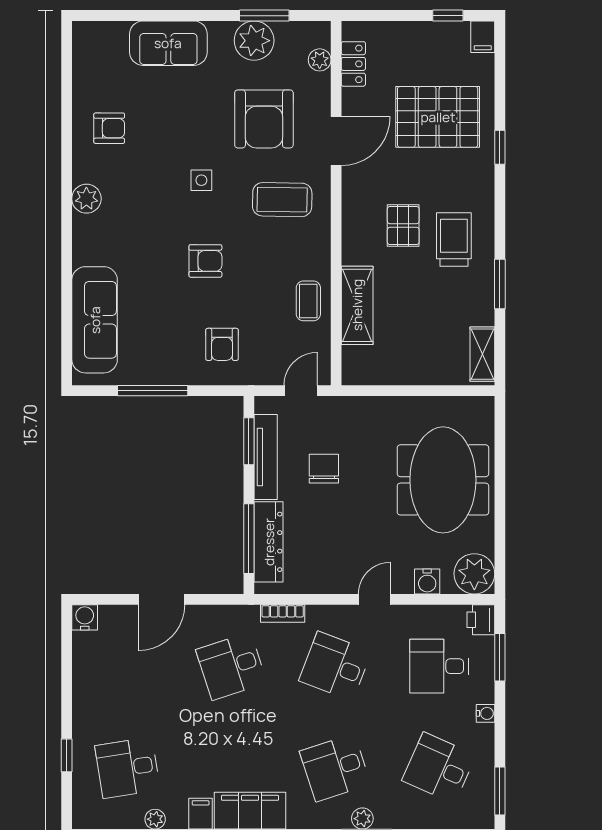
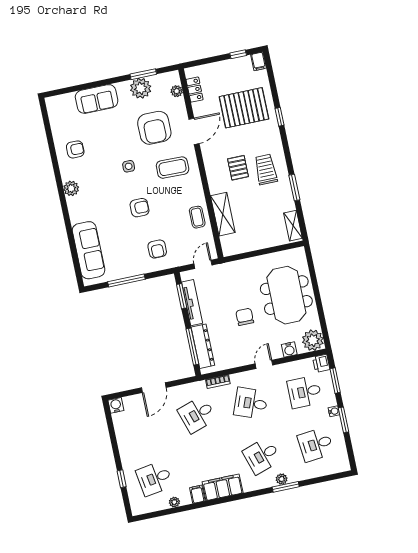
chair: (324, 469) -> (245, 317), moved
desk: (439, 768) -> (316, 444), turned -30
window: (500, 791) -> (343, 420), moved

